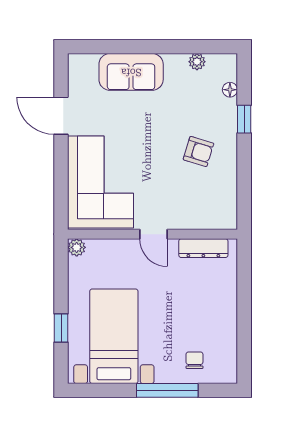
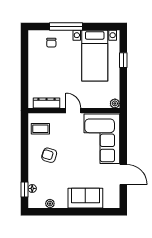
window: (244, 119) -> (25, 189), moved
coffee table: (215, 200) -> (40, 129), added

